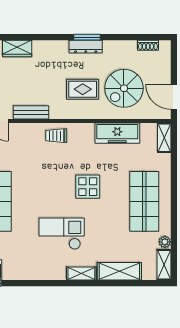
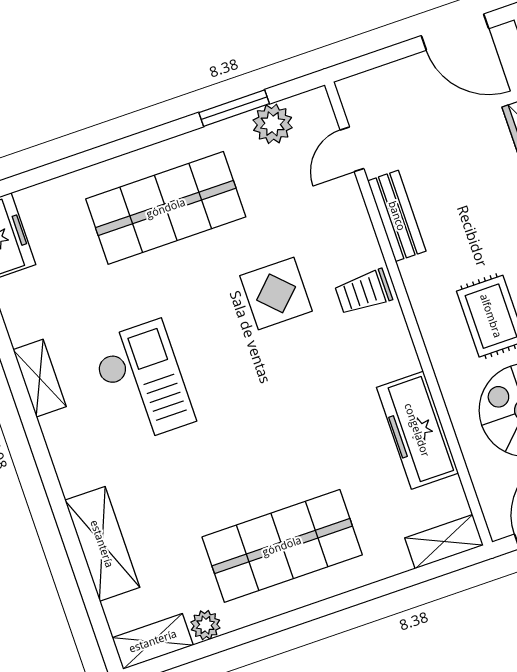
trolley: (56, 136) -> (363, 292), turned -90
display table: (88, 187) -> (276, 293), moved
shelving: (81, 273) -> (40, 378), moved

